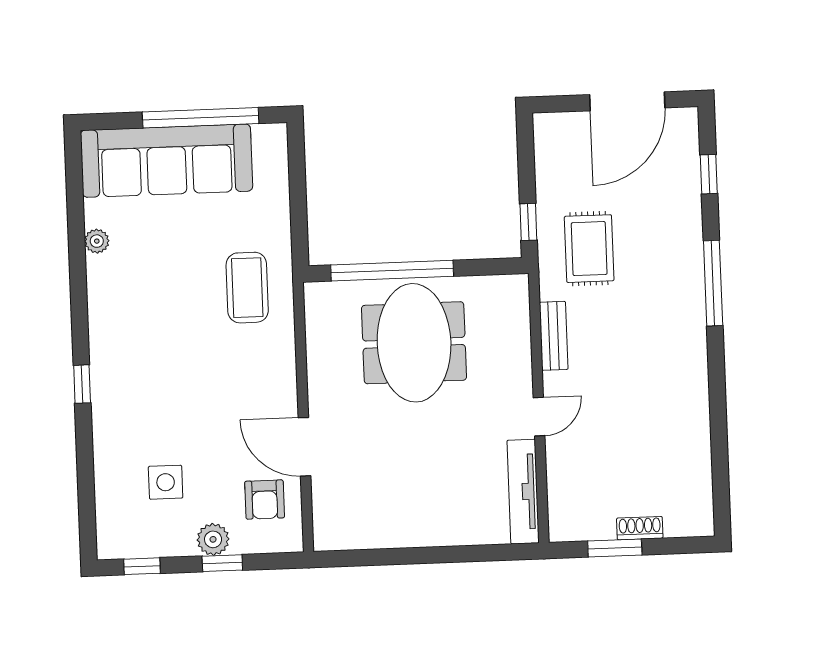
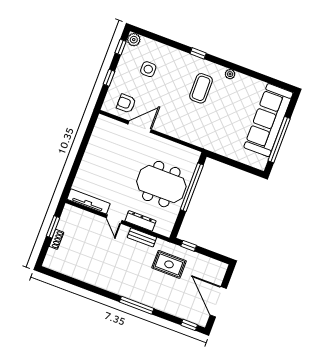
window: (709, 174) -> (189, 325), moved
plant: (97, 241) -> (230, 74), moved
coffee table: (247, 288) -> (201, 88), moved, turned 90
dresser: (518, 355) -> (140, 221), added
plant: (213, 539) -> (134, 40), moved

